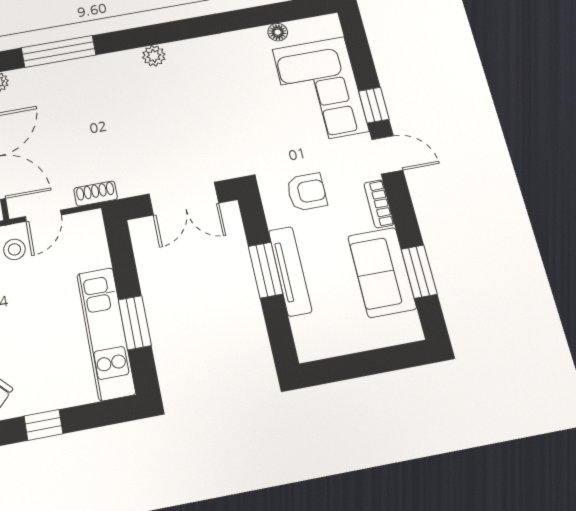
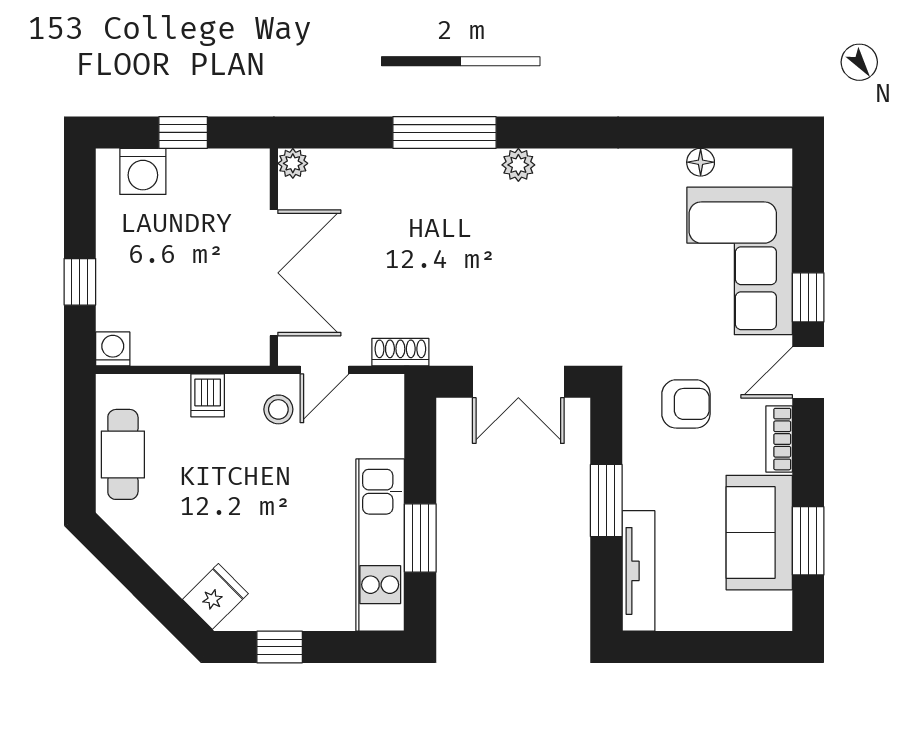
window: (59, 51) -> (444, 132), moved
door: (387, 155) -> (808, 372), swing flipped
tv unit: (290, 271) -> (638, 571), moved

